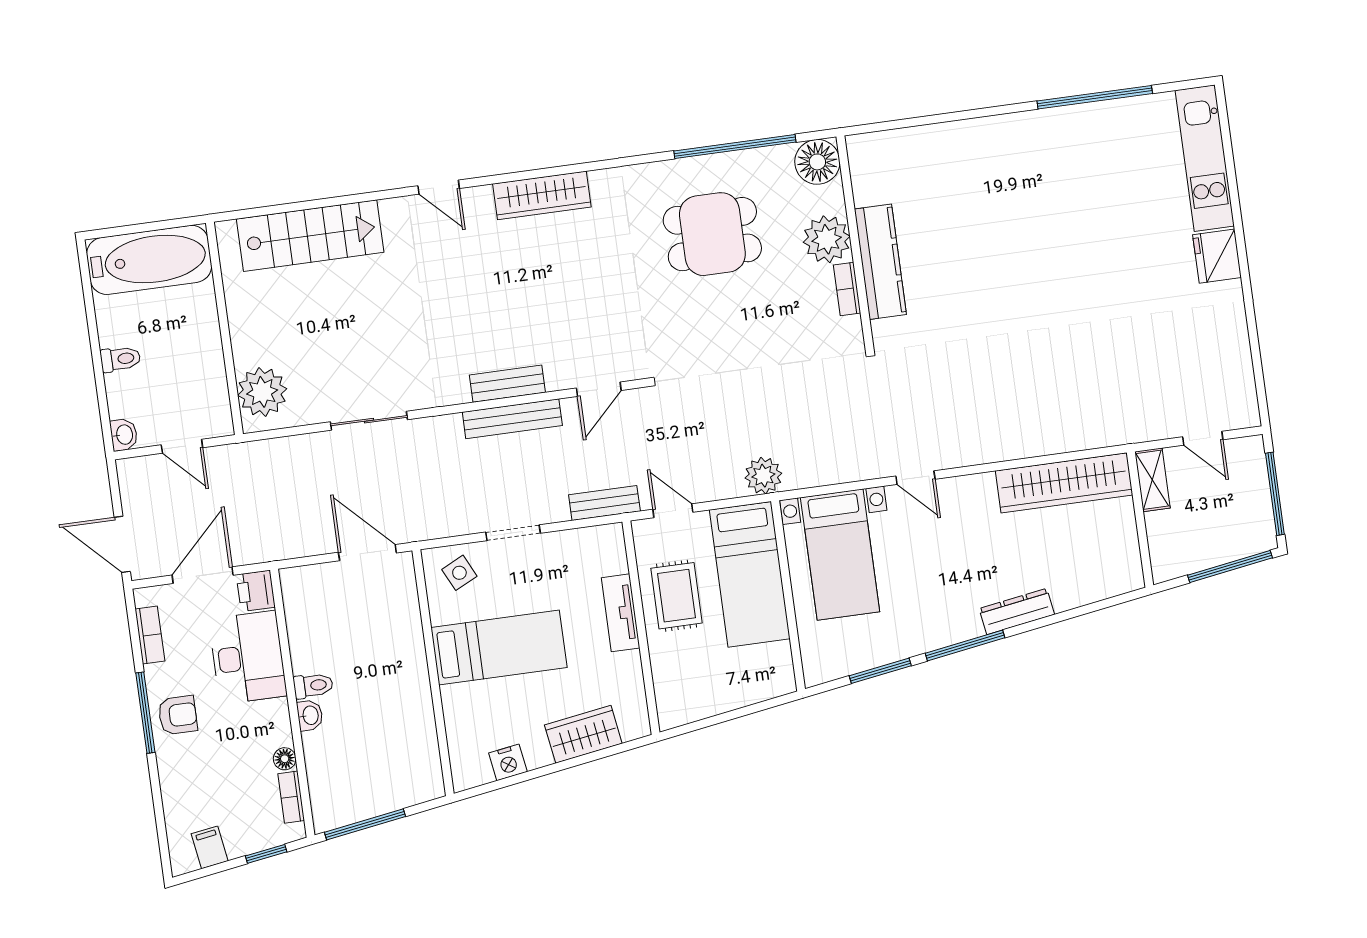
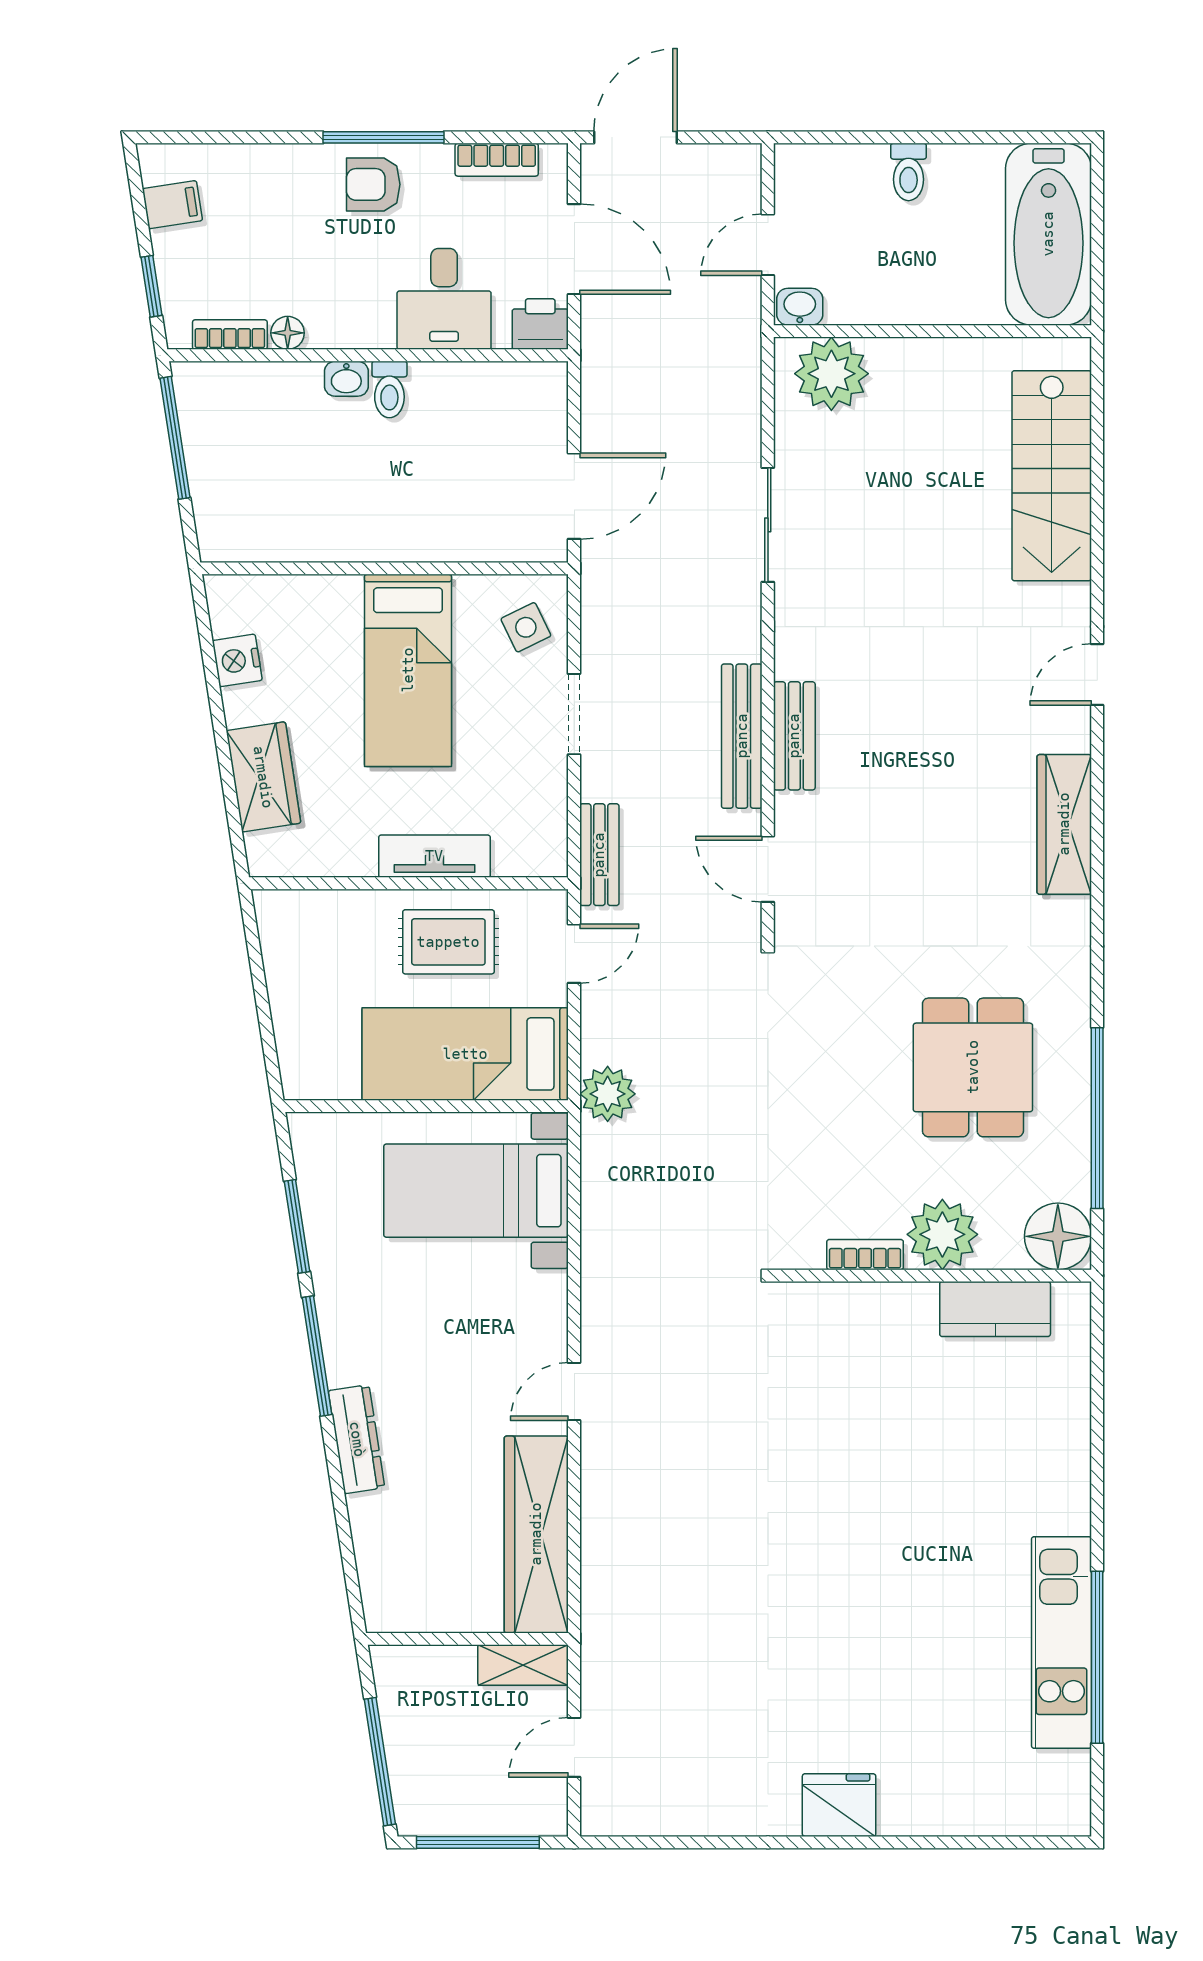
kitchen unit: (1205, 158) -> (1061, 1642), moved, turned -90
kitchen counter: (880, 262) -> (995, 1309), moved, width x0.67
washbasin: (124, 435) -> (800, 307), moved, turned 180
door: (915, 478) -> (574, 1392), moved
desk: (248, 657) -> (444, 299), width x0.73
armchair: (178, 715) -> (373, 184), turned 90

